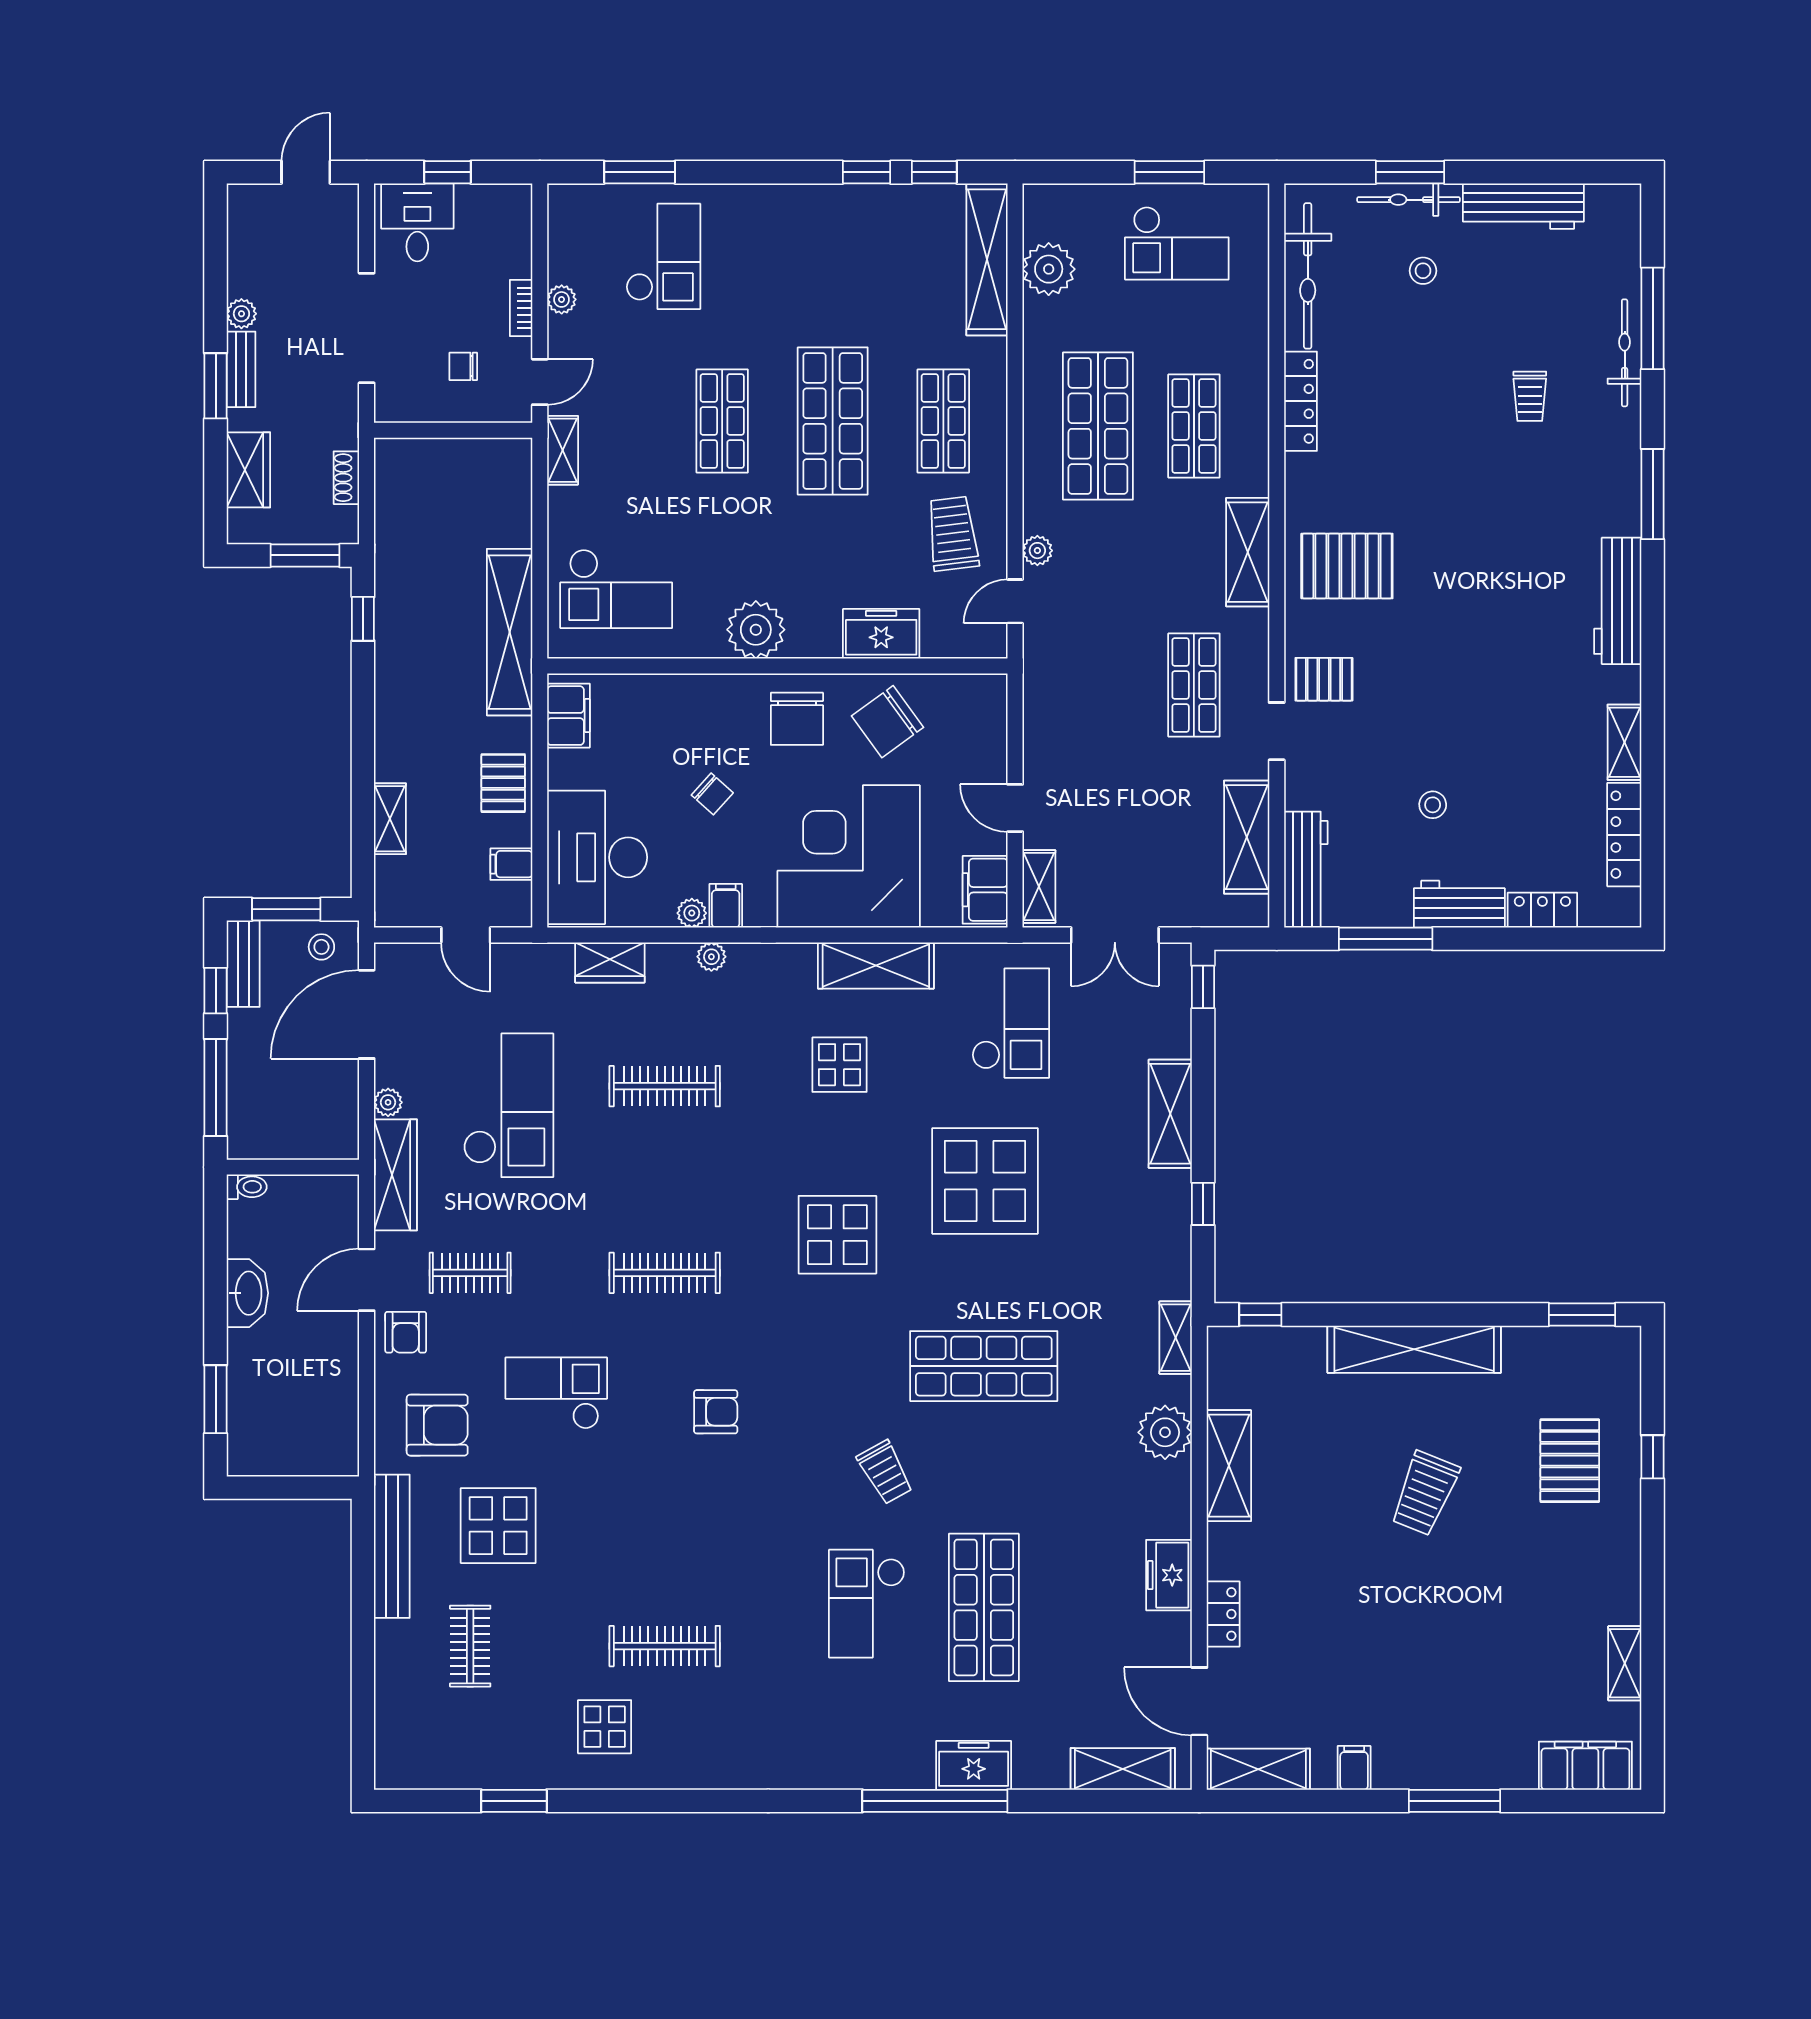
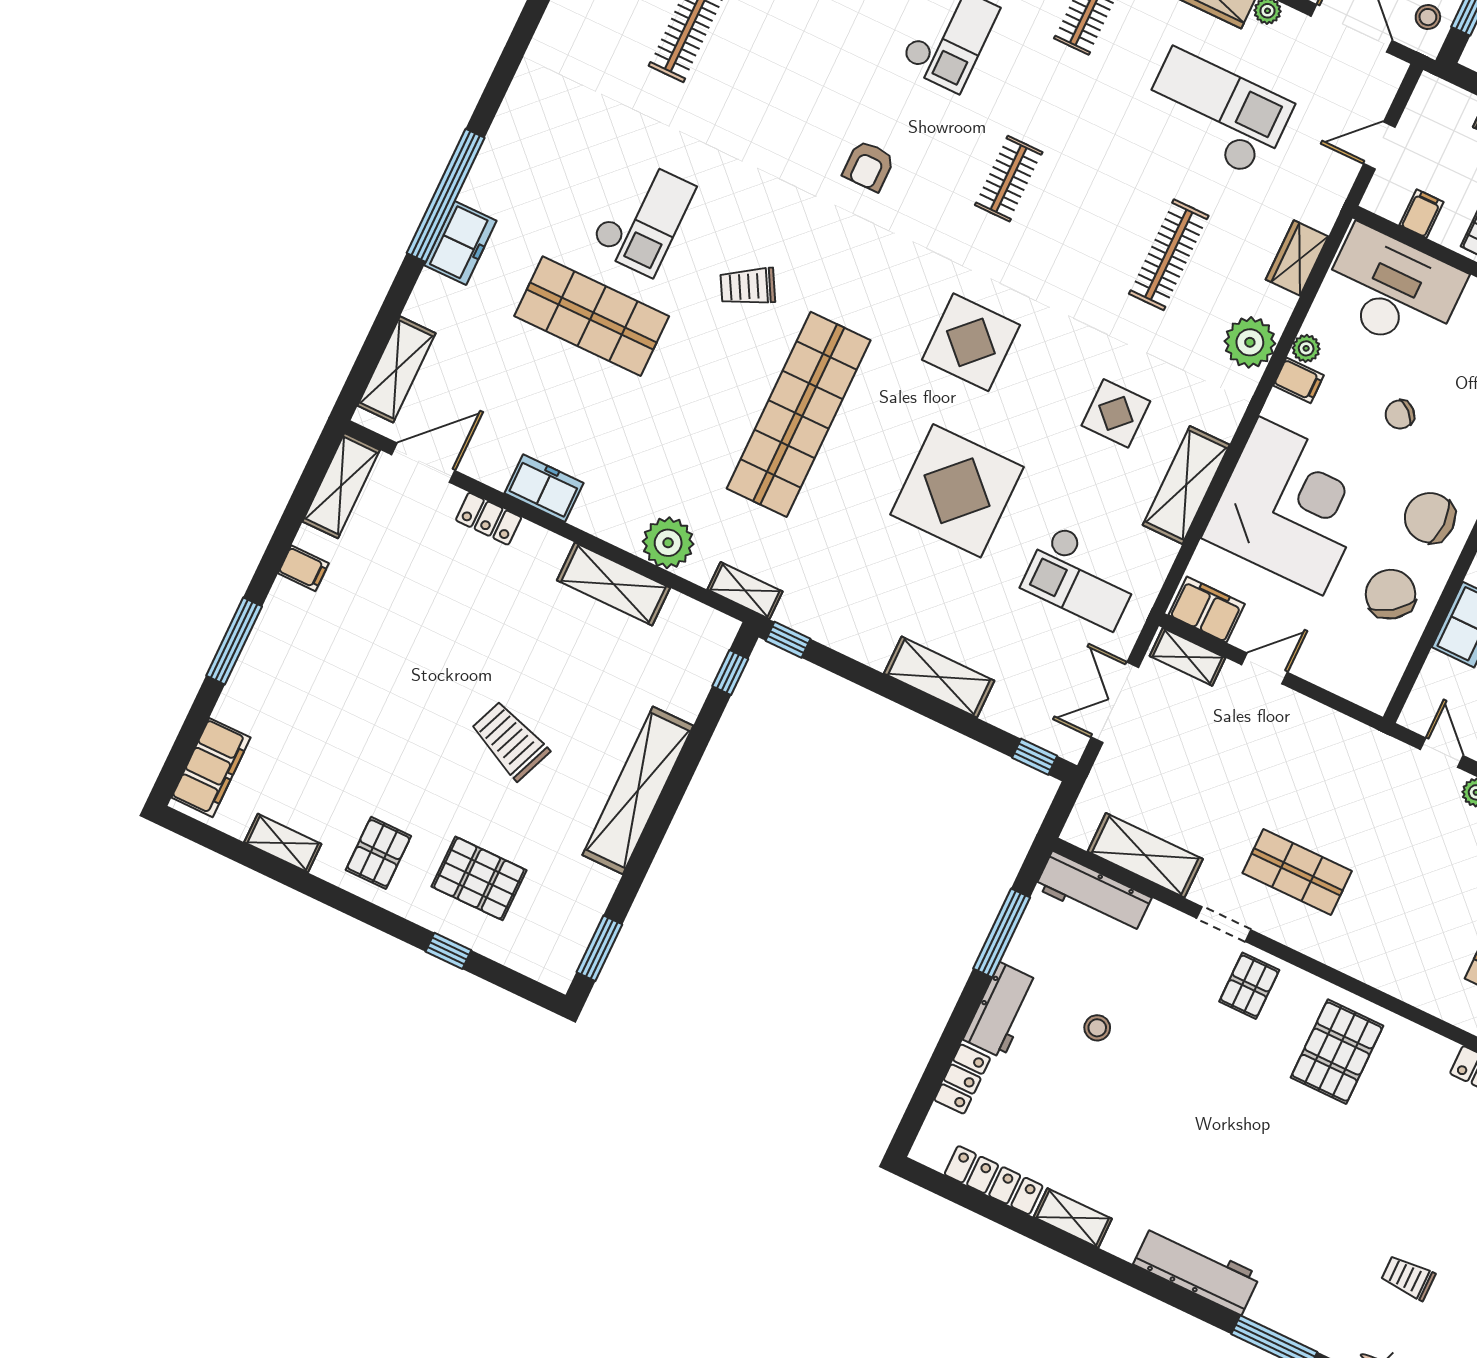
shelving: (1248, 552) -> (1389, 972), removed
plant: (711, 957) -> (1250, 342), width x1.88, depth x1.88
checkout: (508, 1105) -> (1216, 113), turned 180
window: (1203, 1204) -> (788, 640), moved
clothes rail: (665, 1273) -> (1009, 179), width x0.73
shop shelf: (984, 1366) -> (799, 414), width x1.40
pallet: (1591, 1568) -> (378, 853), added
checkout: (867, 1604) -> (643, 217), turned 90

